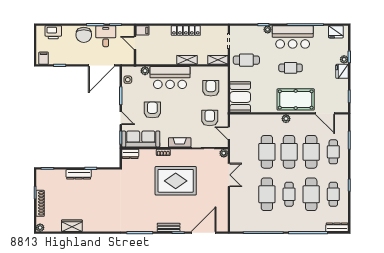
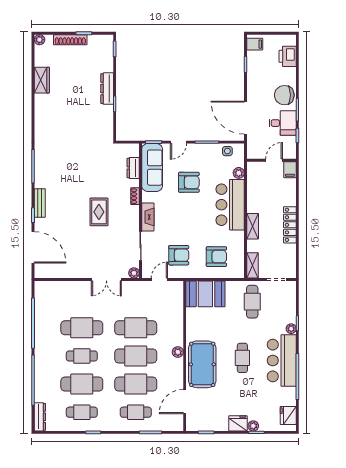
dresser: (130, 154) -> (133, 168), moved
rug: (176, 181) -> (99, 212), width x0.54, depth x0.49

